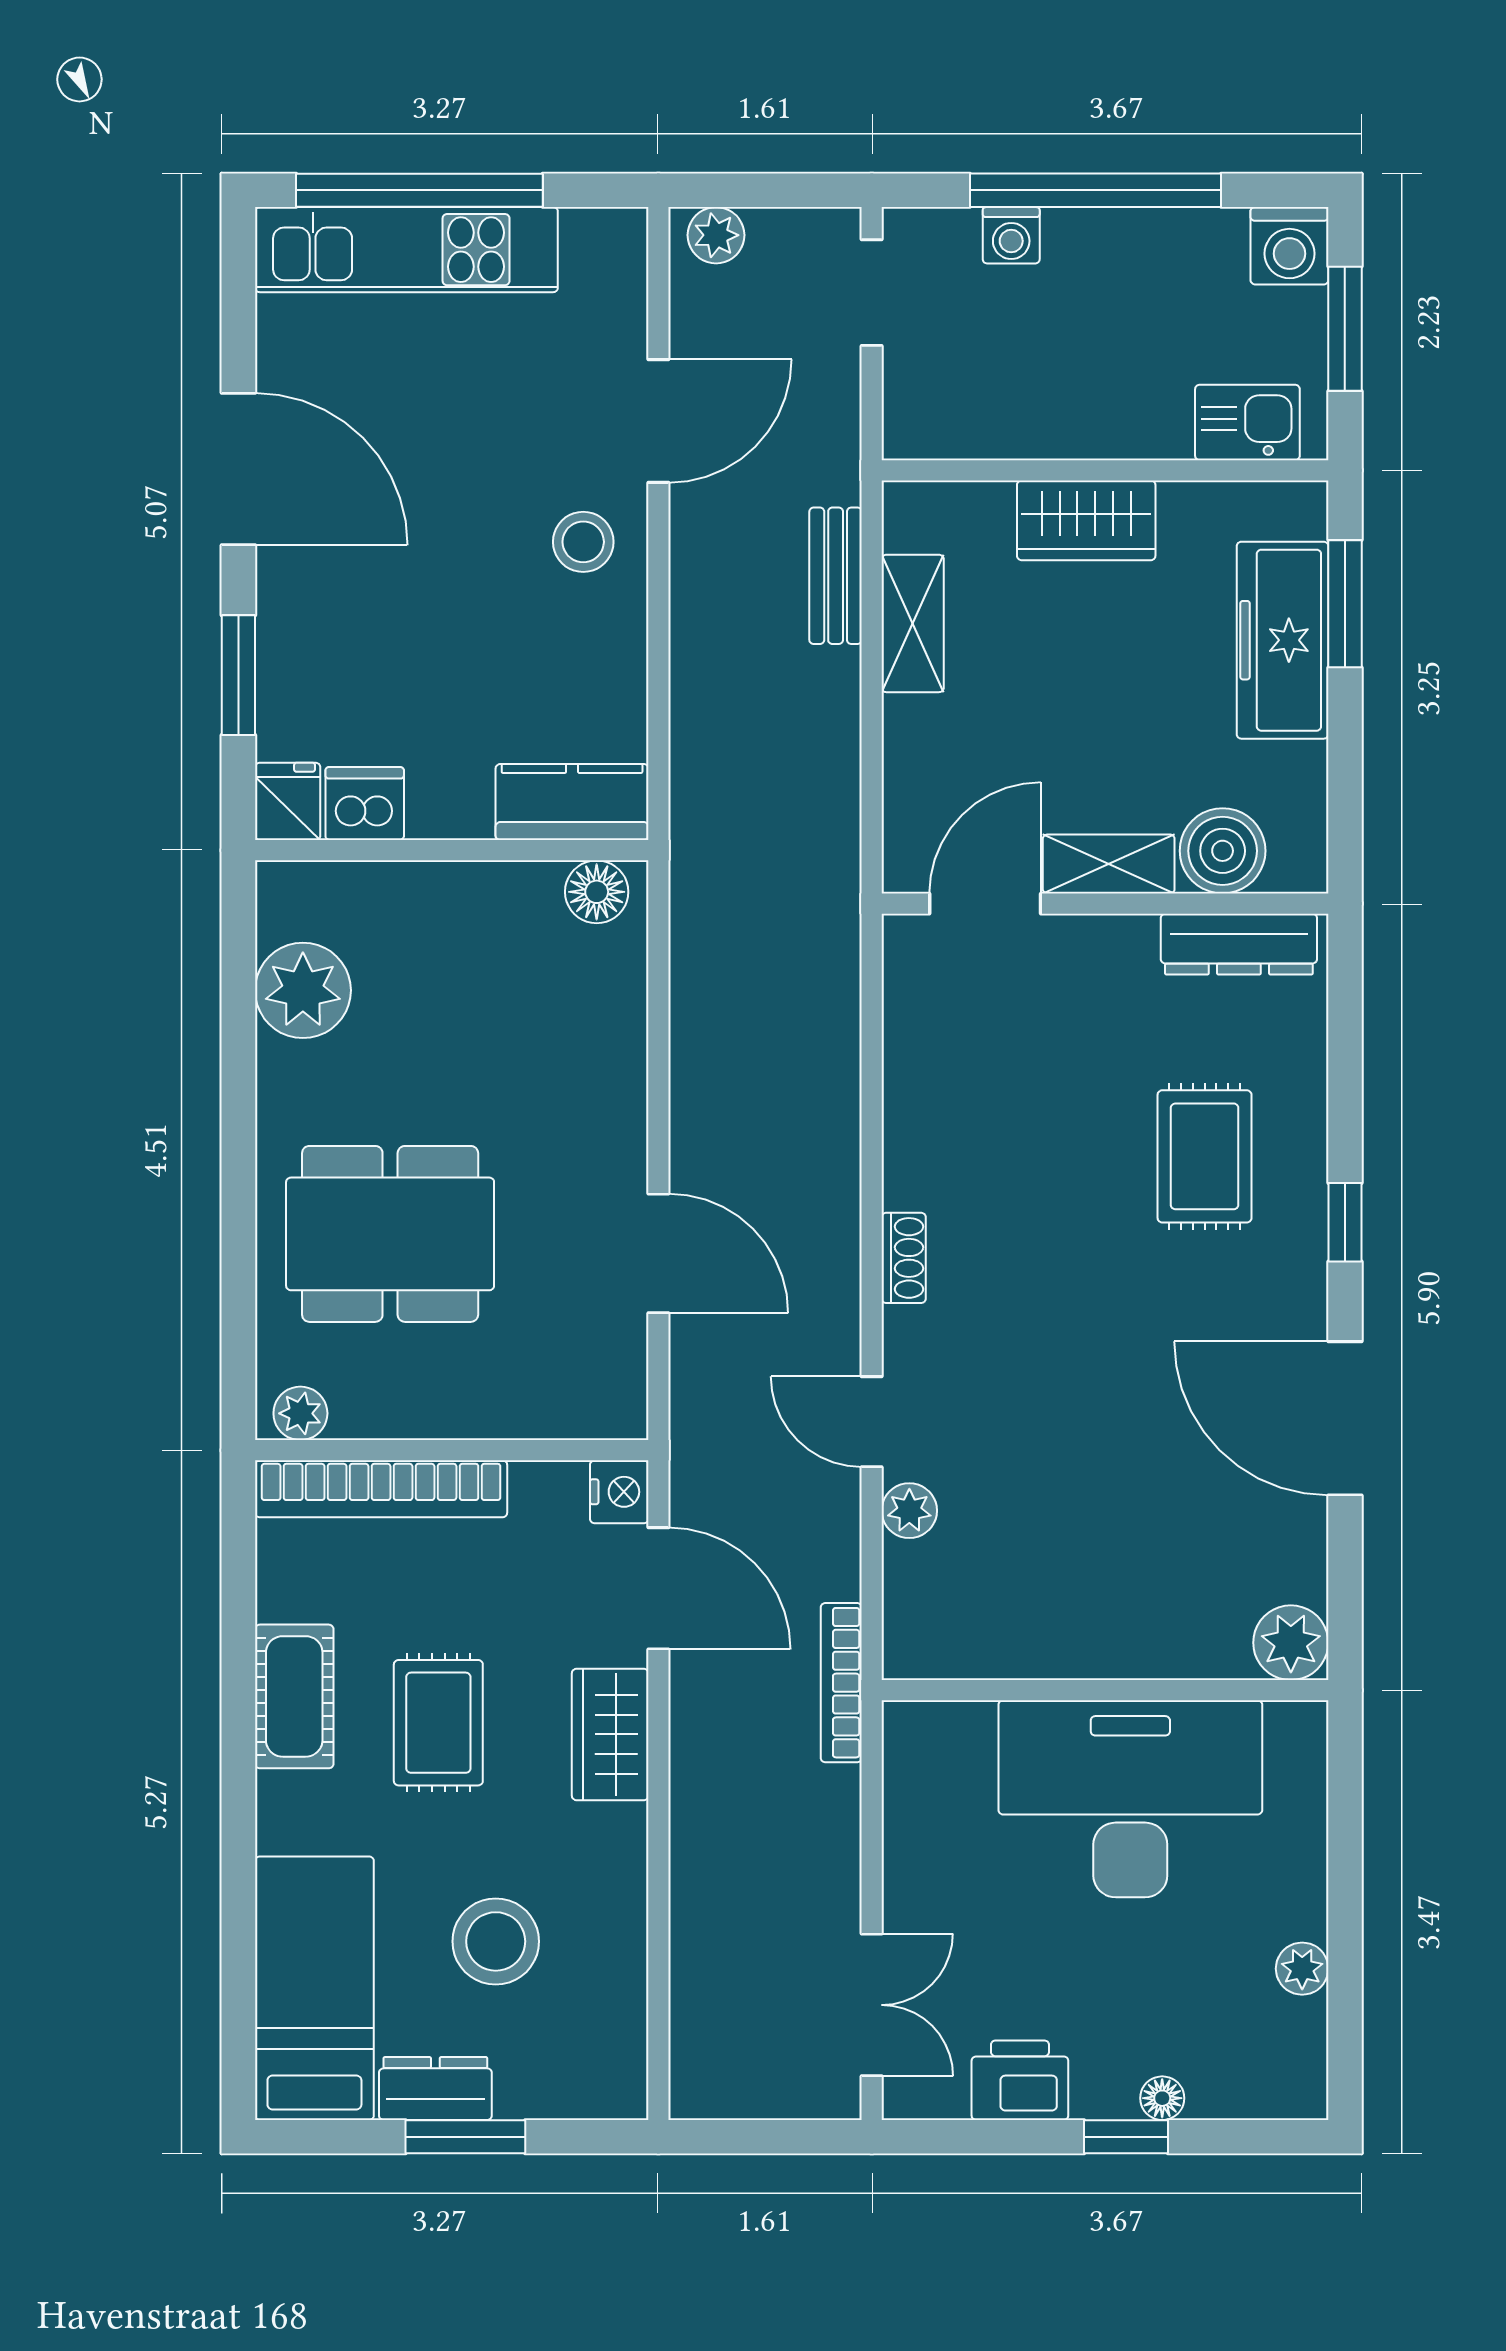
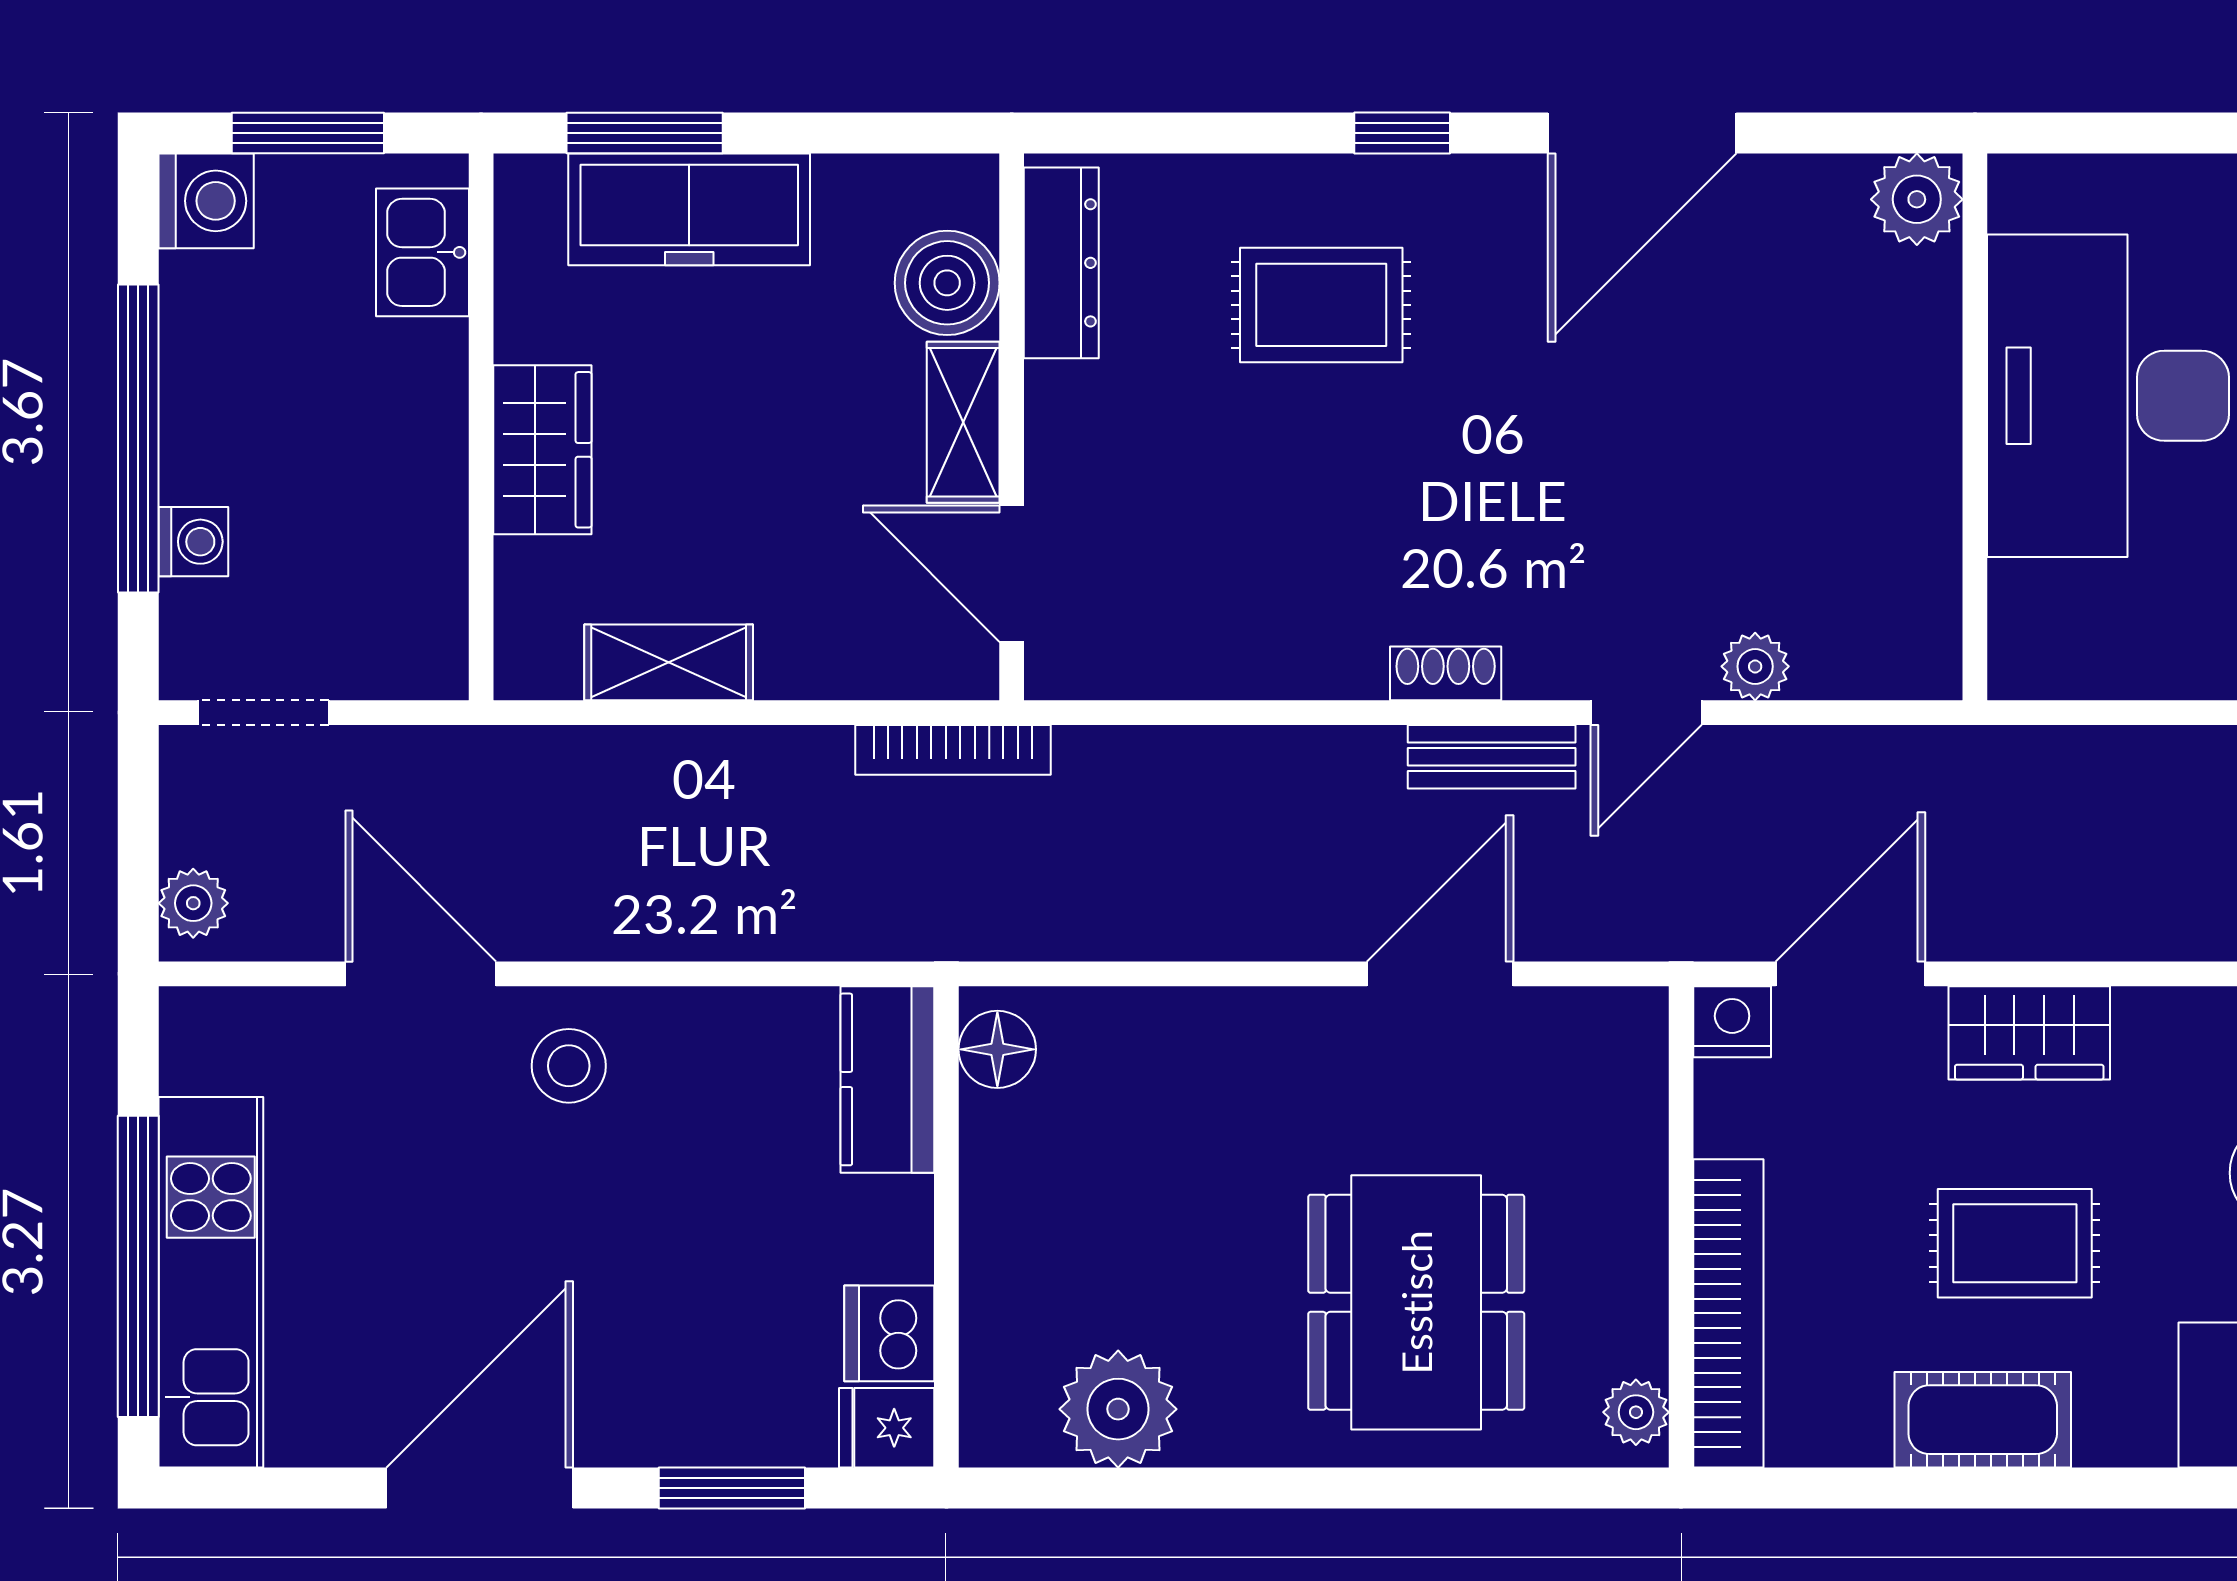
bench: (836, 576) -> (1492, 757), moved
bookcase: (841, 1683) -> (953, 750), moved

